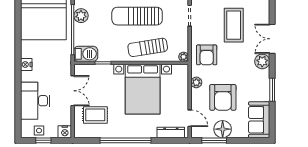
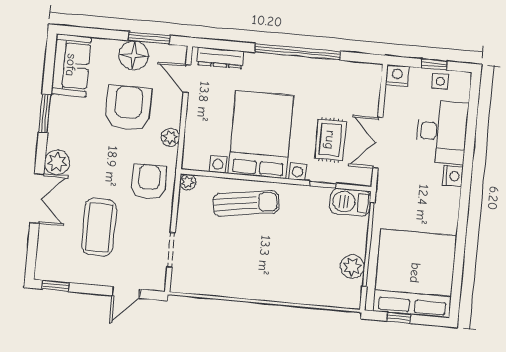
sun lounger: (137, 16) -> (259, 257), removed
nightstand: (26, 65) -> (453, 176), moved
rug: (95, 115) -> (330, 140), moved, turned 90

